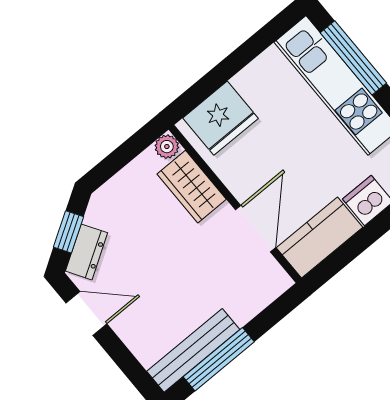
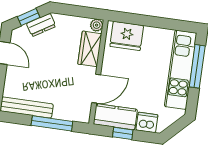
window: (352, 248) -> (123, 133), added
dresser: (86, 252) -> (41, 25), moved
window: (219, 359) -> (52, 123), moved

